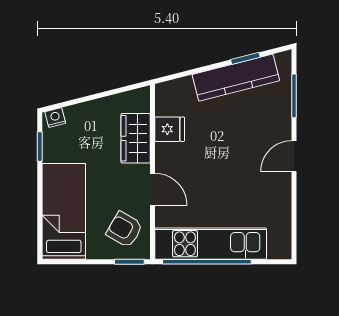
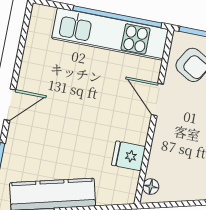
floor lamp: (142, 104) -> (151, 187), added
wardrobe: (136, 138) -> (164, 153), removed

